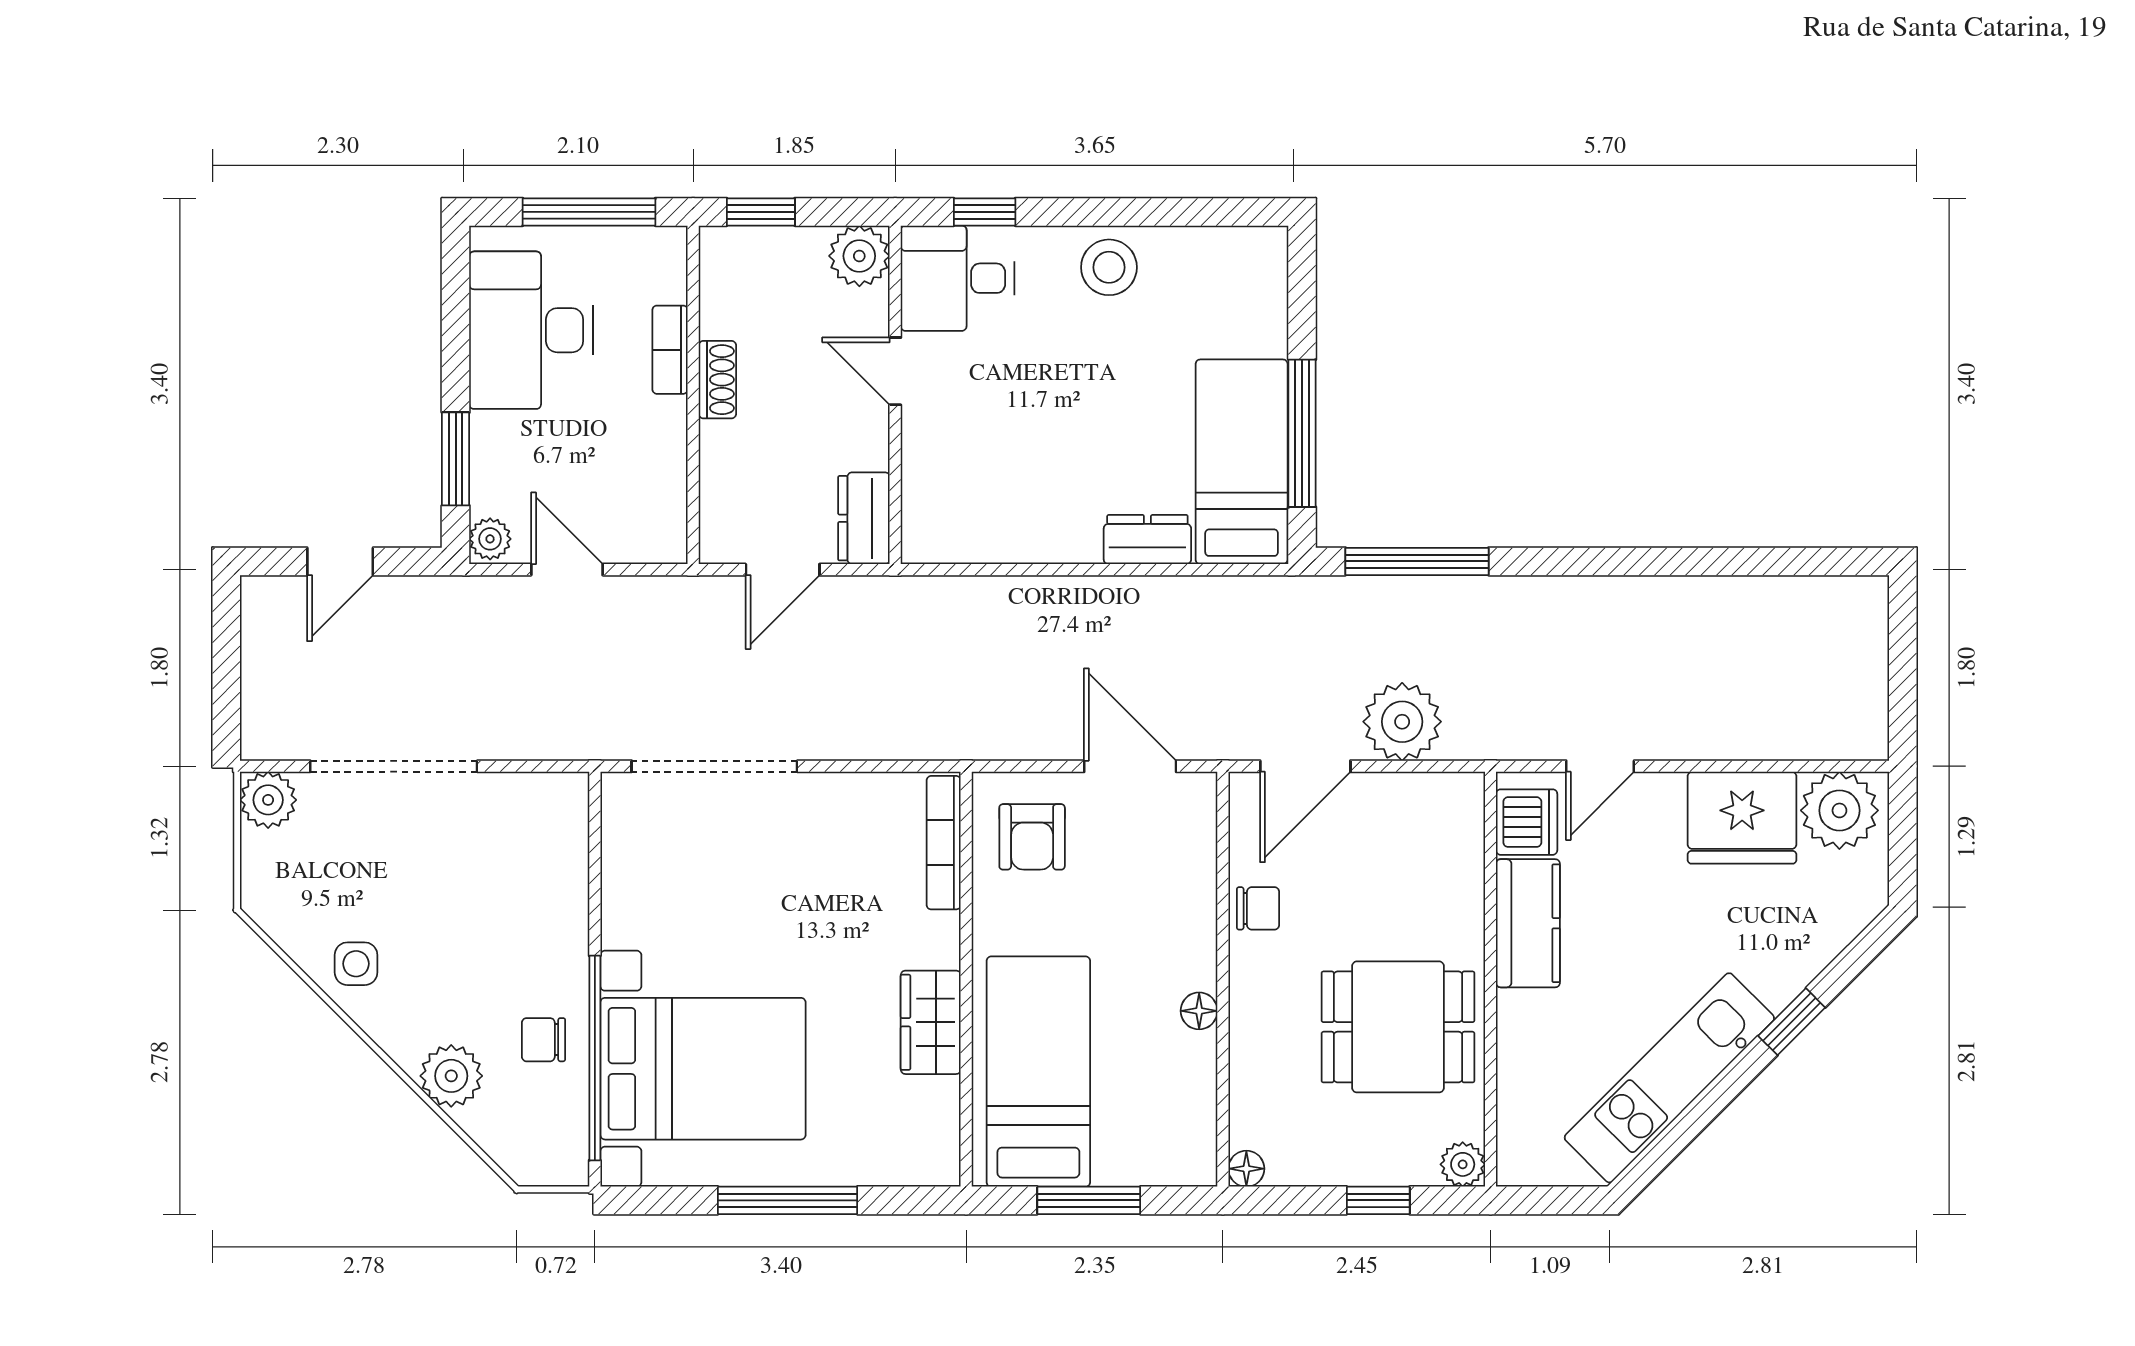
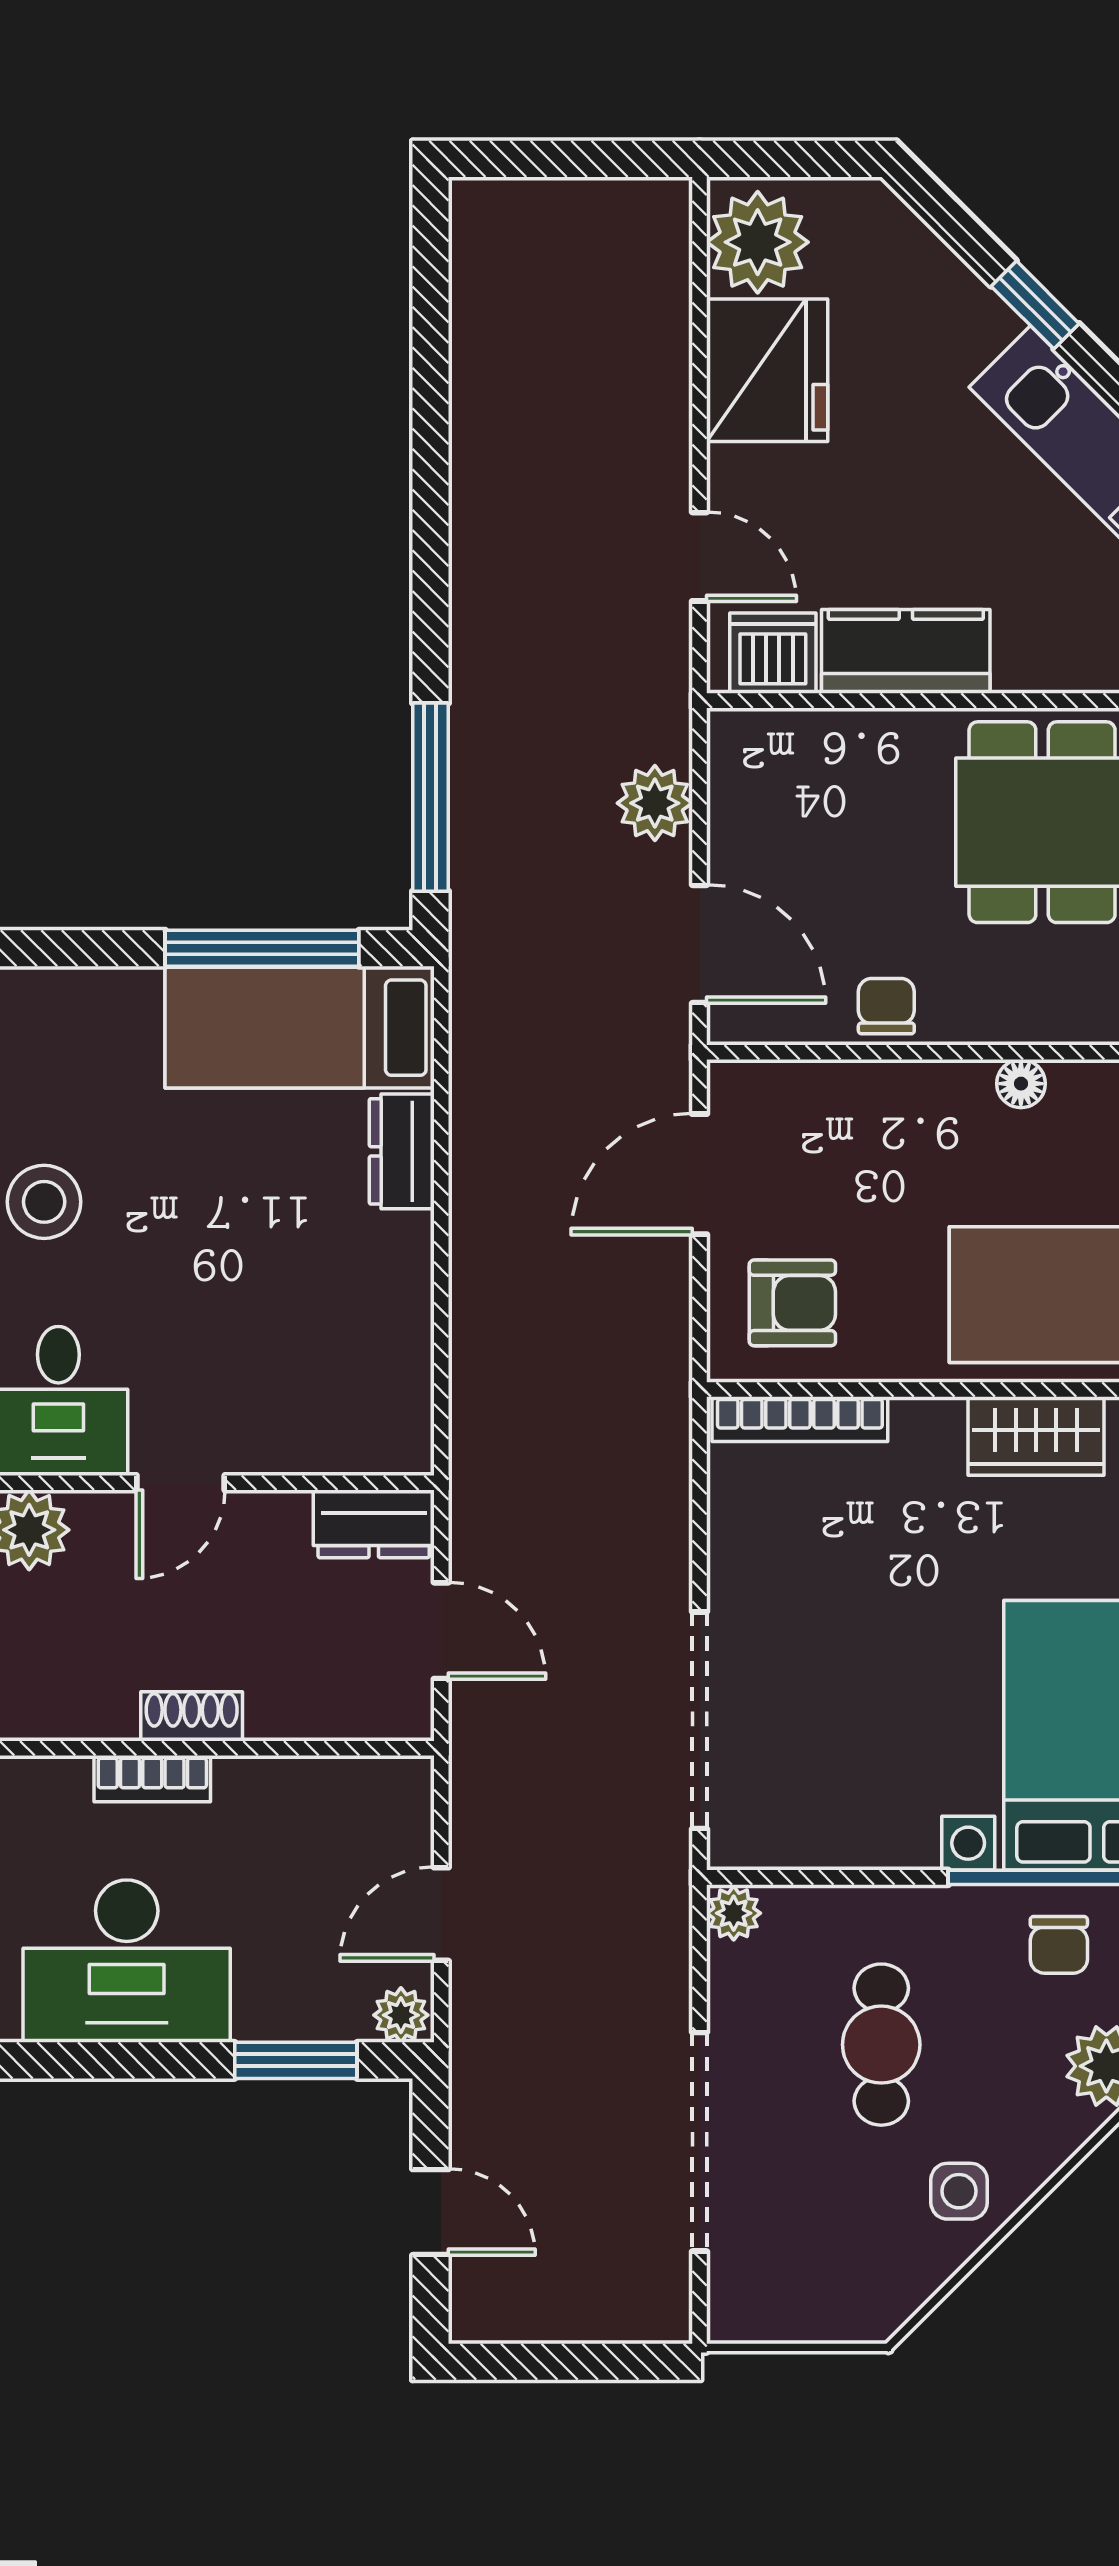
plant: (1402, 722) -> (655, 803), width x0.73, depth x0.73
plant: (268, 800) -> (734, 1913), moved, width x0.73, depth x0.73
cafe table: (468, 905) -> (881, 2045), added

